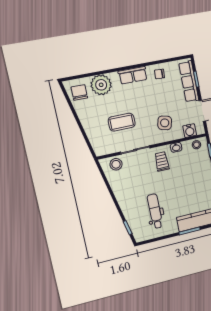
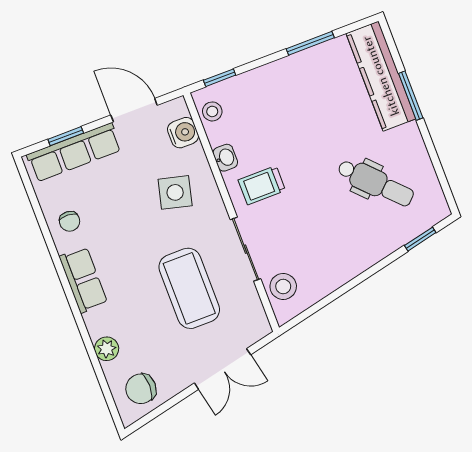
plant: (101, 85) -> (107, 349), width x0.53, depth x0.53
coffee table: (122, 122) -> (189, 288), width x1.36, depth x1.32
double door: (83, 131) -> (223, 369), added
dental chair: (155, 211) -> (376, 183), turned -134

